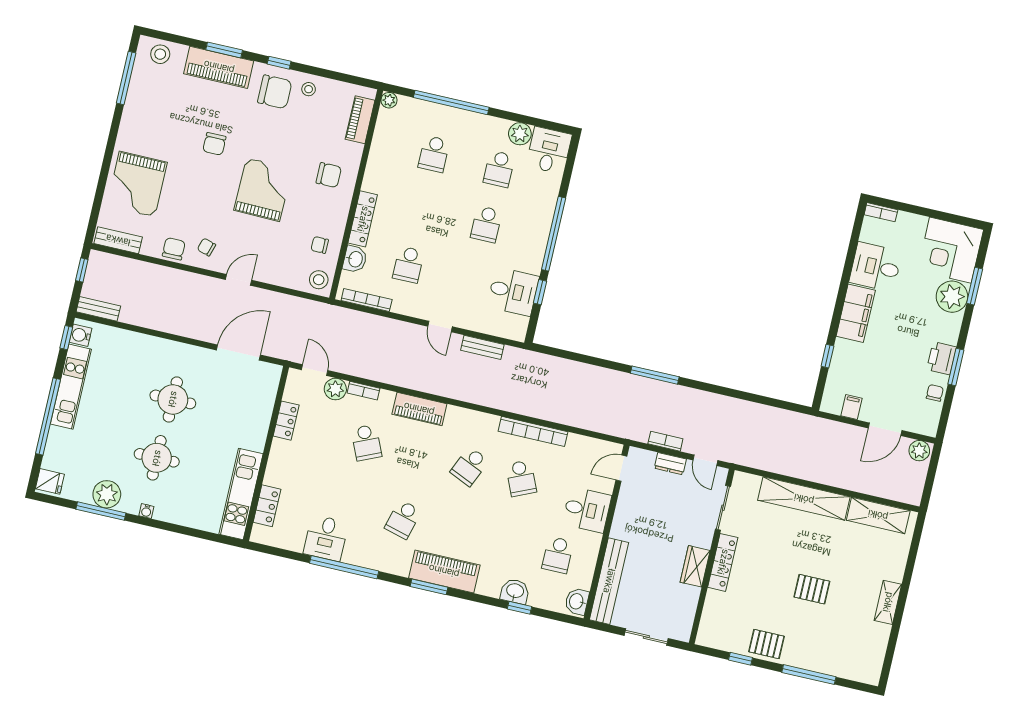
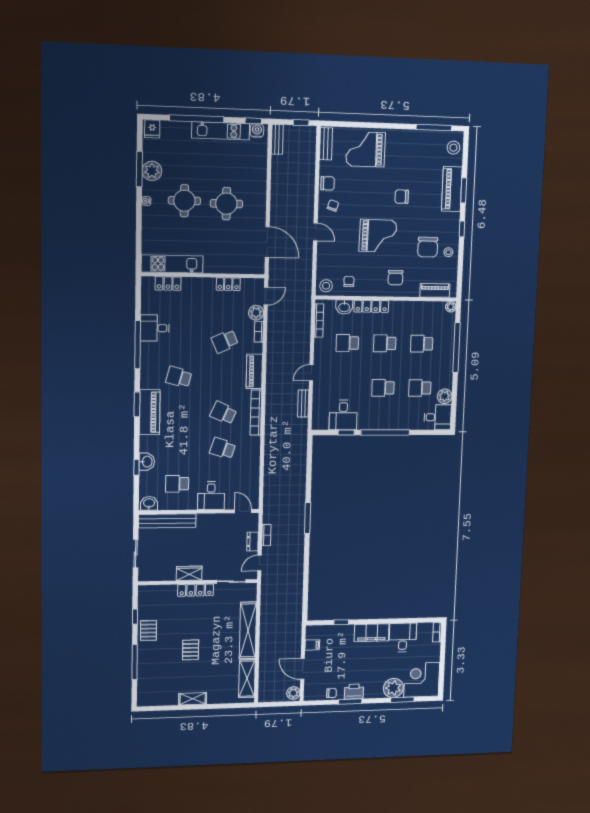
chair: (275, 92) -> (428, 247), moved
school desk: (421, 209) -> (385, 343), added
bookcase: (533, 431) -> (256, 413), moved
school desk: (521, 478) -> (223, 448), turned 42

